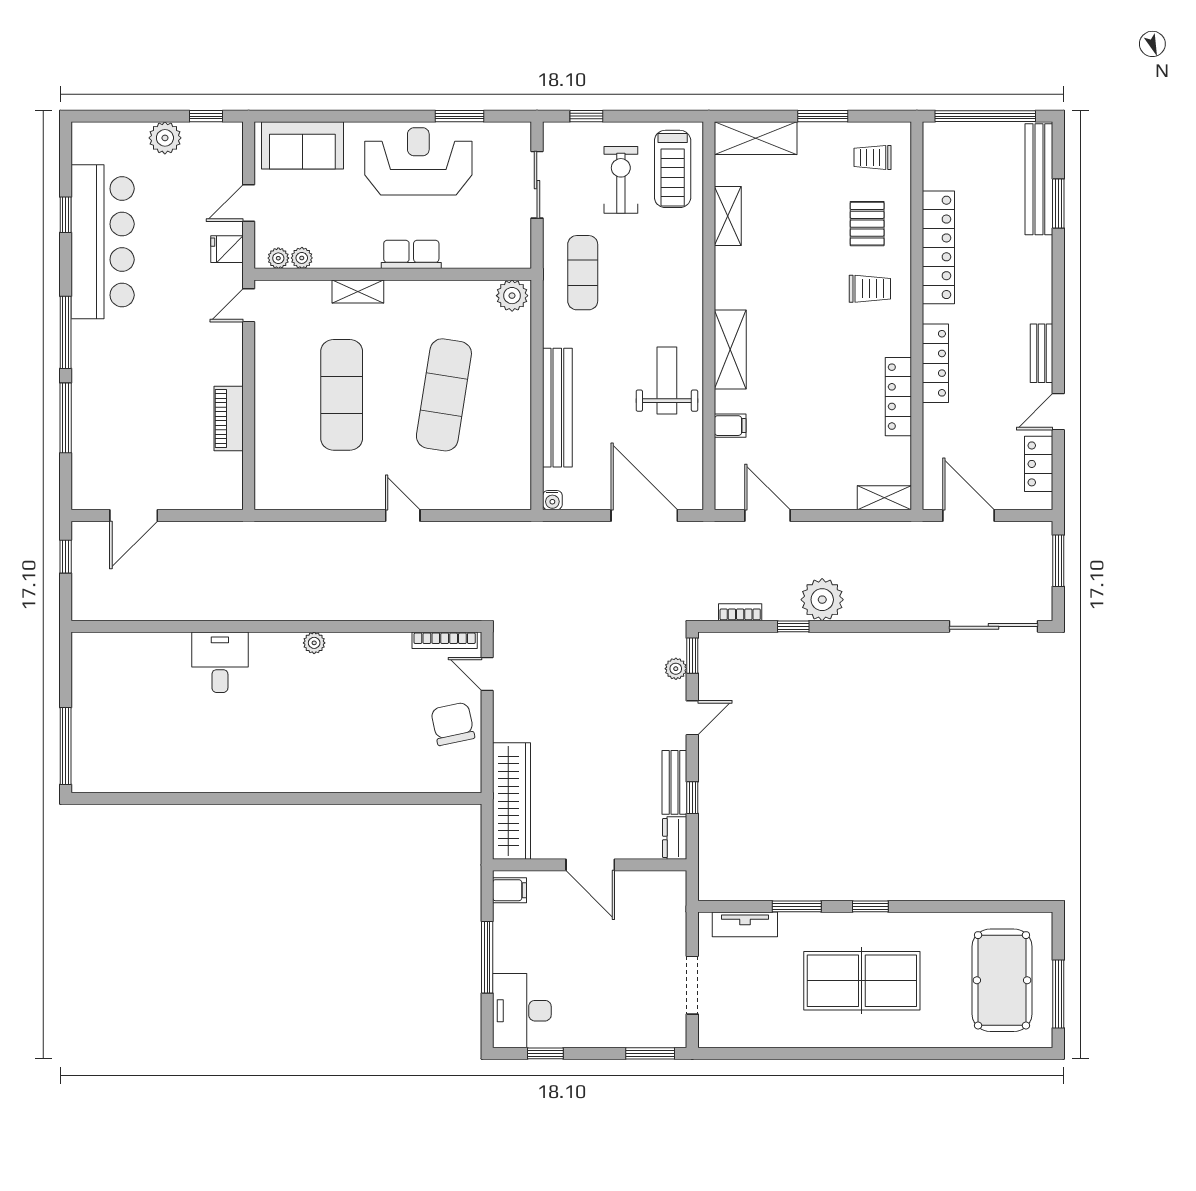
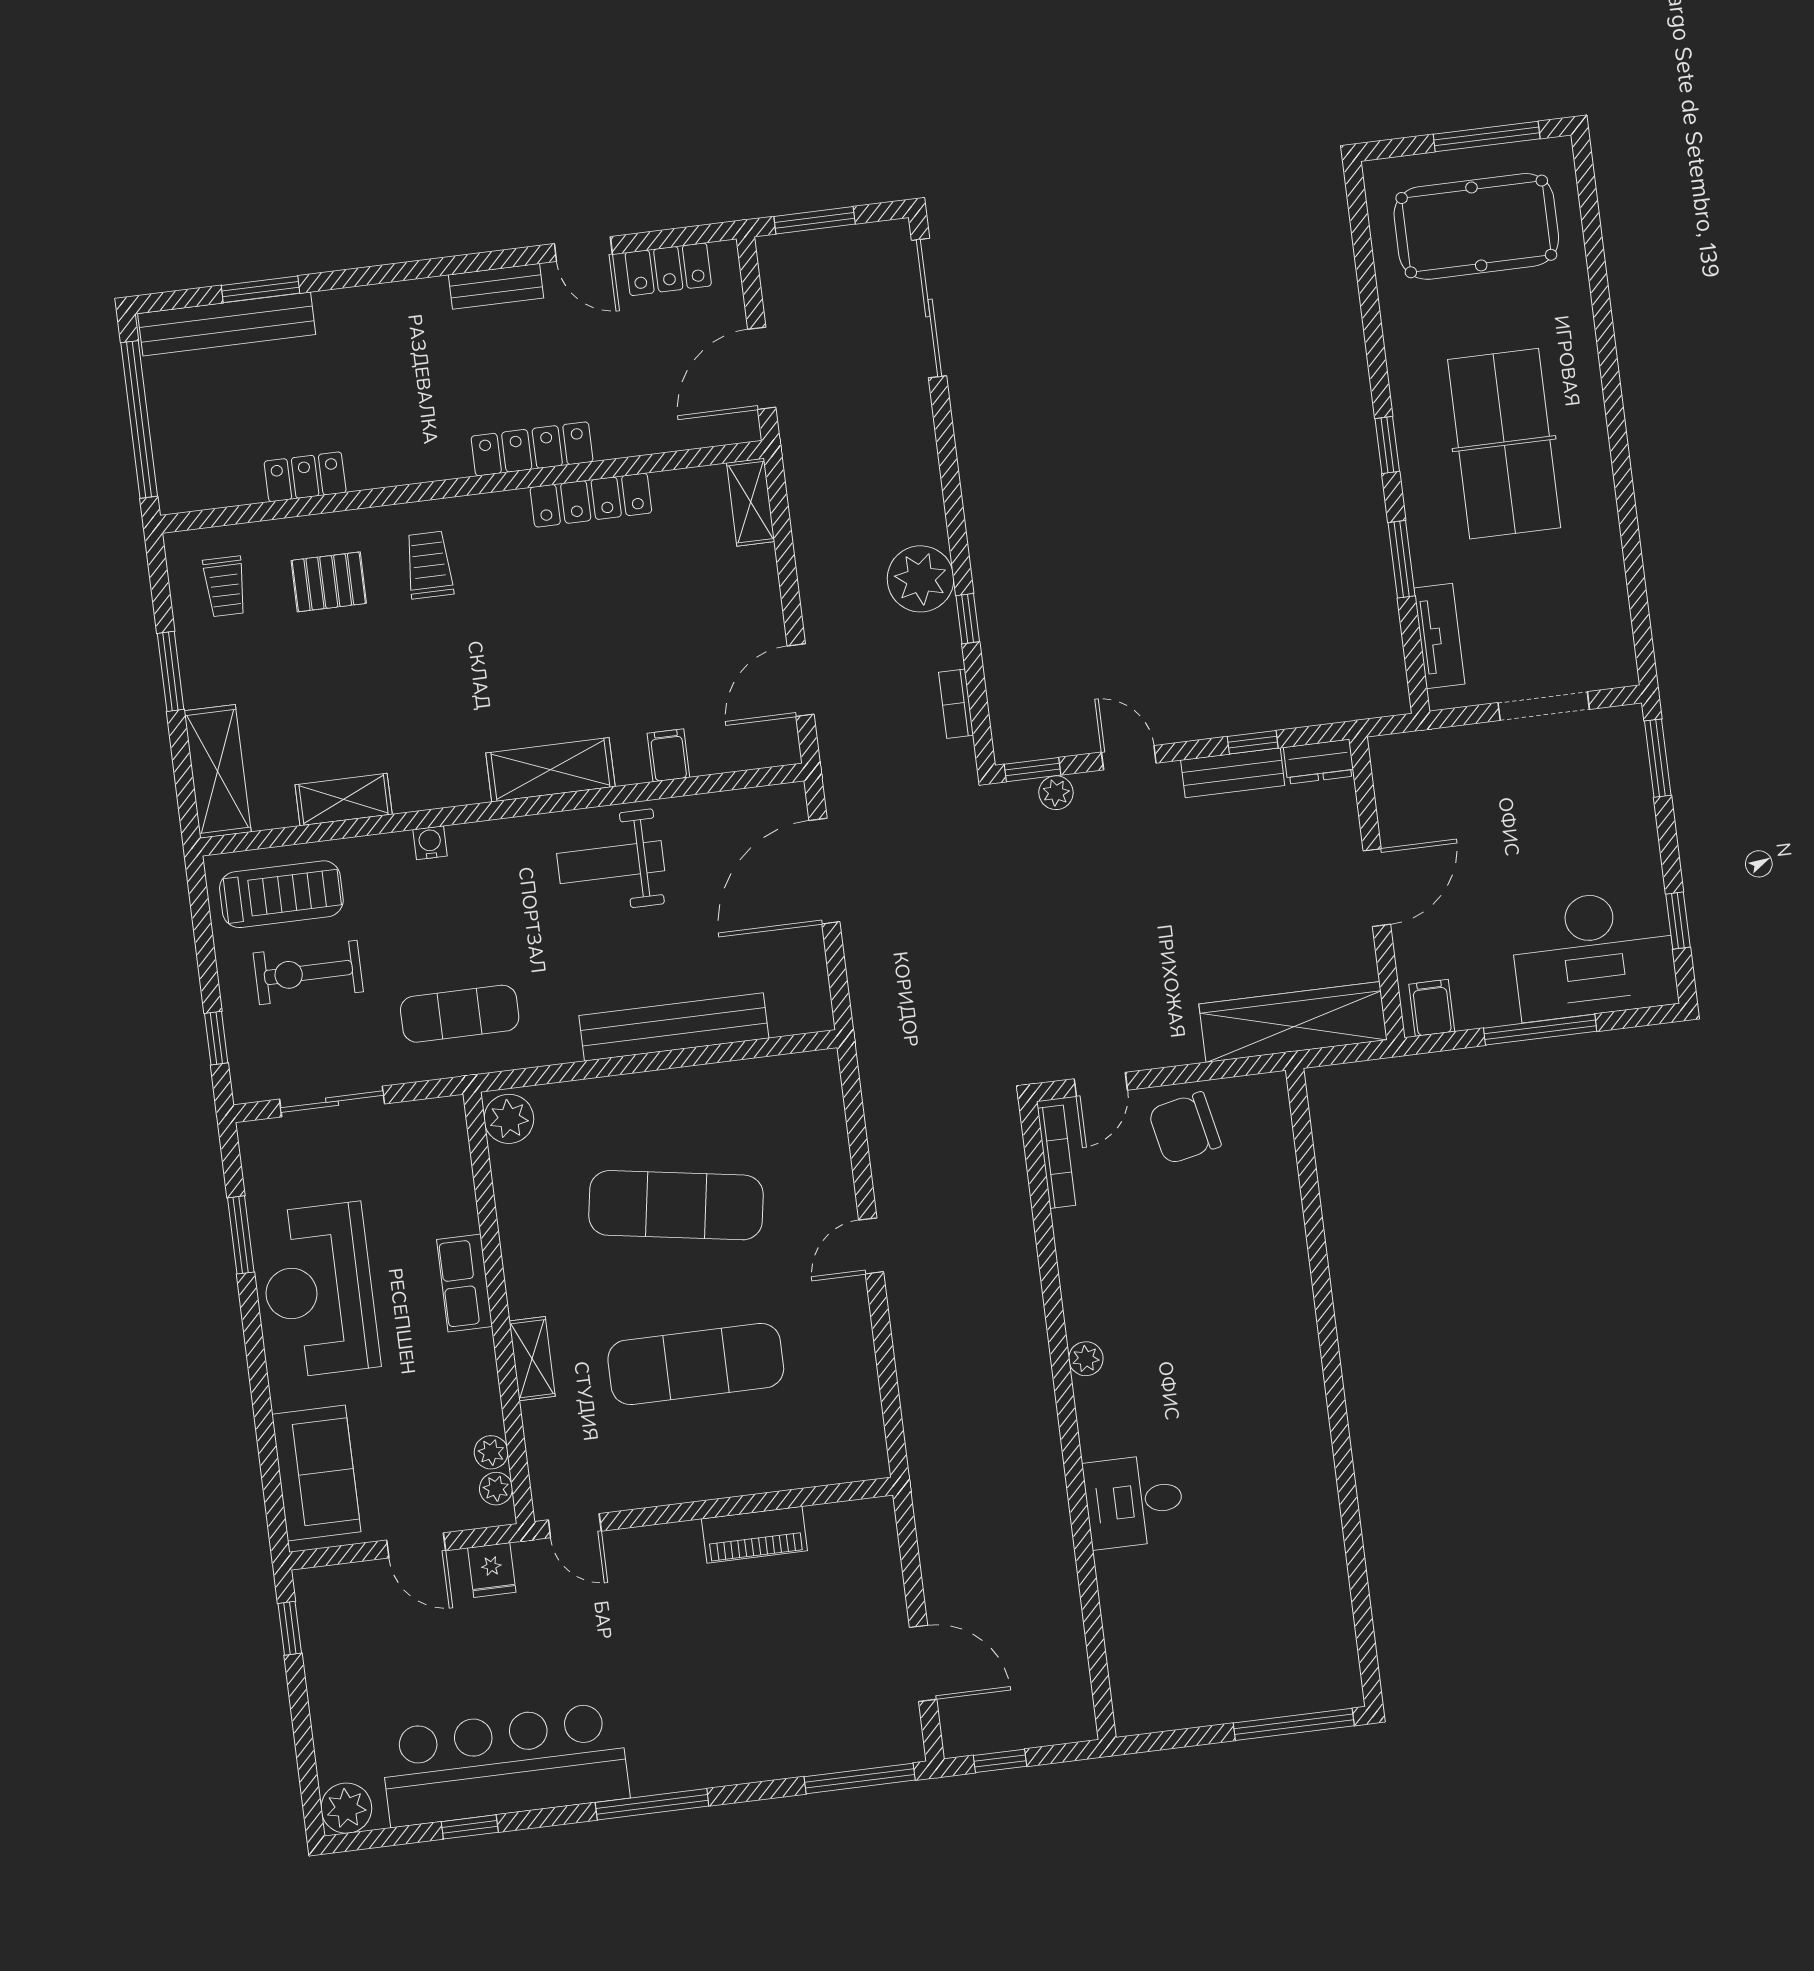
plant: (165, 138) -> (346, 1808), moved
locker: (938, 247) -> (305, 477), width x0.46, depth x0.83
window: (66, 418) -> (860, 1778), moved
water cooler: (552, 500) -> (430, 843), moved, turned -90
desk: (522, 1011) -> (1594, 954), width x1.36, depth x1.30

